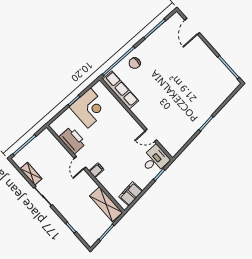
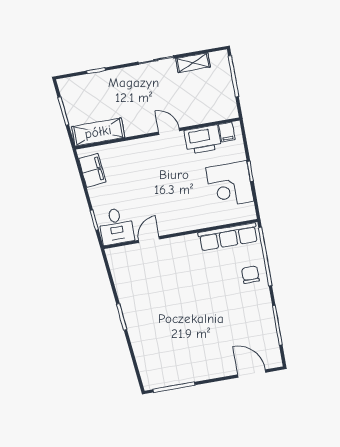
filing cabinet: (96, 170) -> (227, 132), moved

